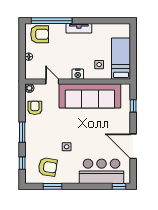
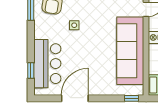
window: (133, 106) -> (131, 98), moved
window: (119, 186) -> (31, 70), moved

